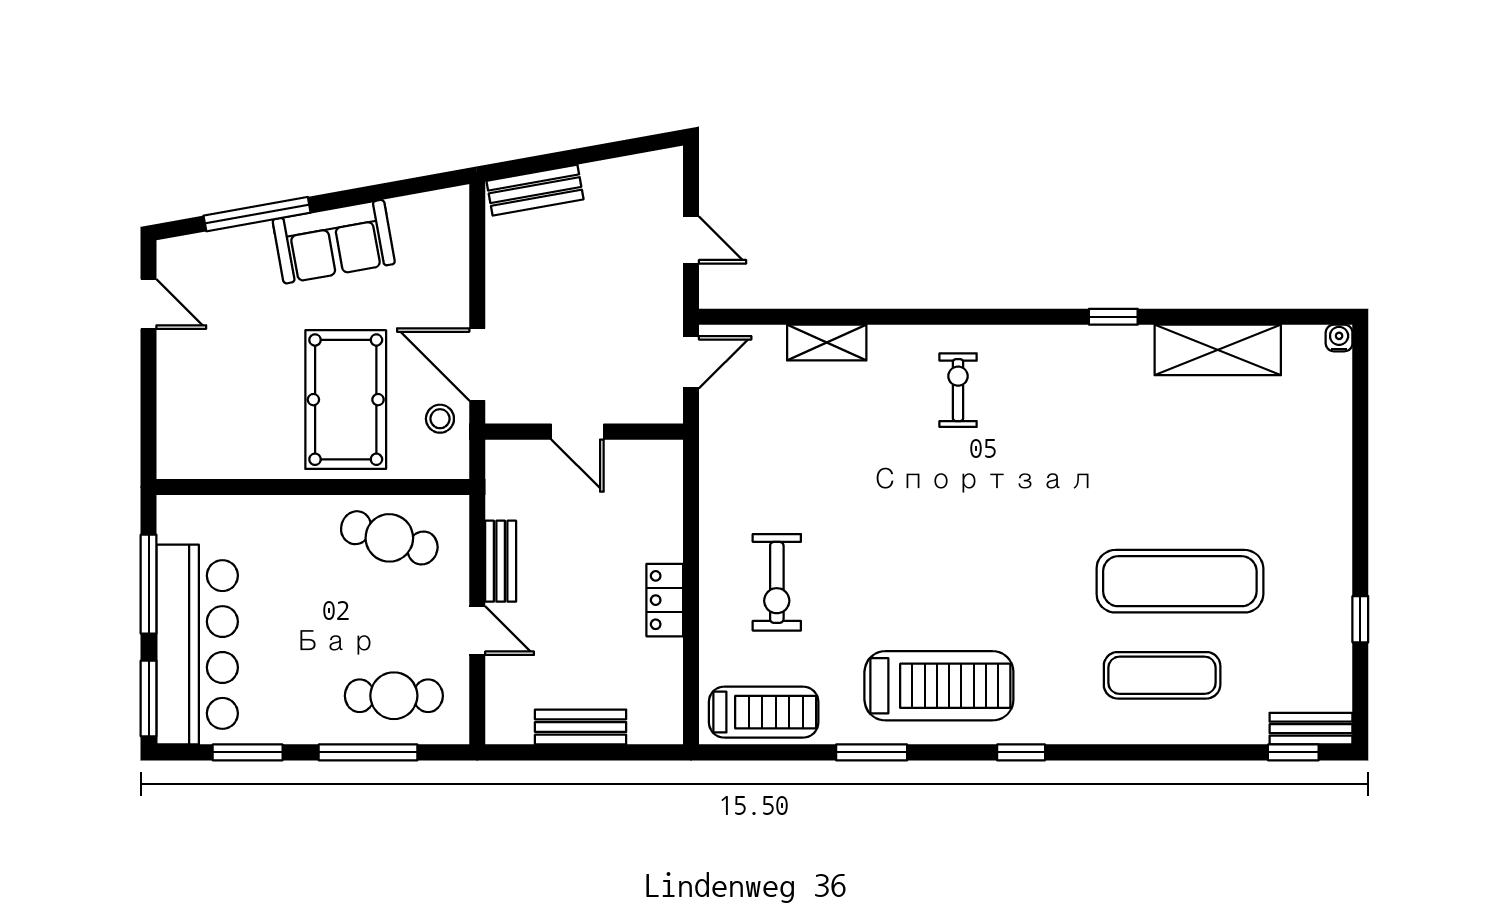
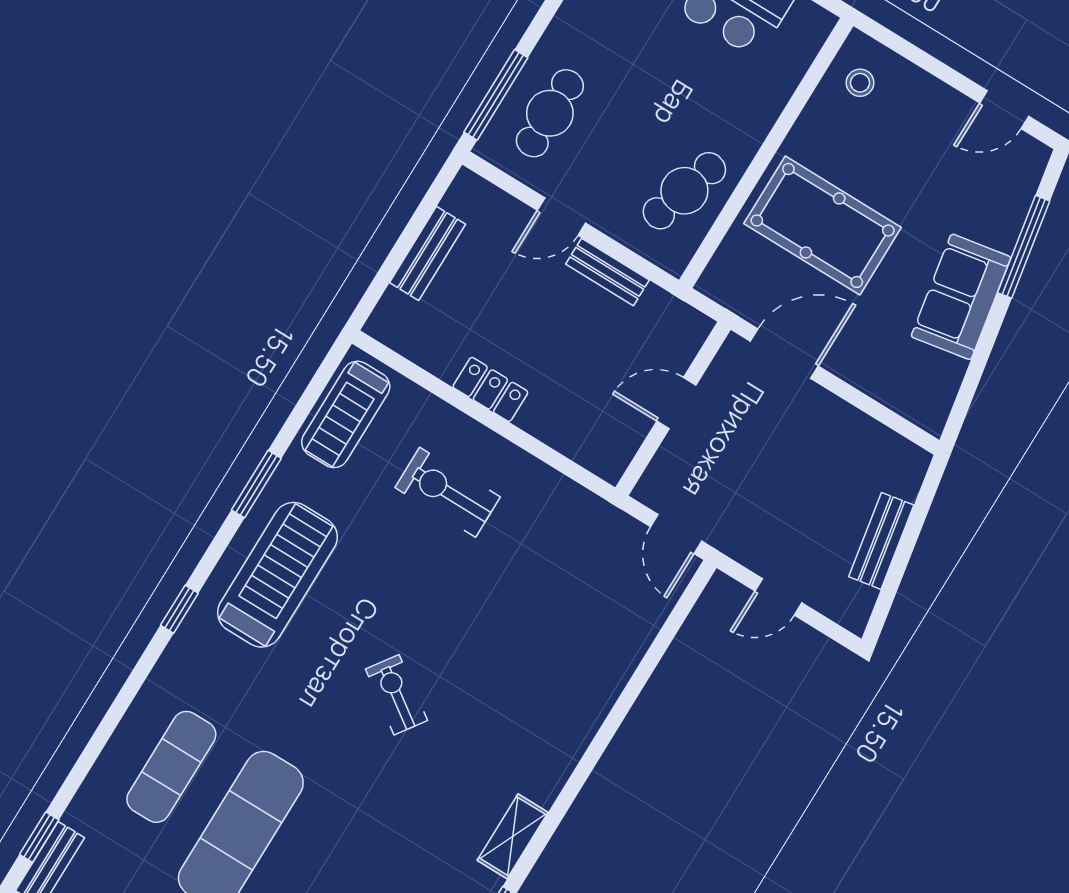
bench: (535, 190) -> (881, 541), moved
shelving: (827, 343) -> (513, 836), moved
exercise bike: (958, 390) -> (397, 695), moved, turned -145
stool: (440, 419) -> (860, 83), moved
treadmill: (939, 686) -> (277, 575), turned 180
window: (368, 752) -> (496, 95), moved

